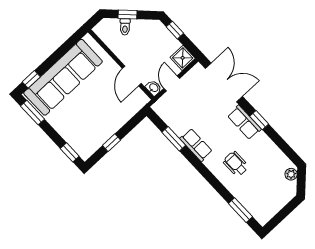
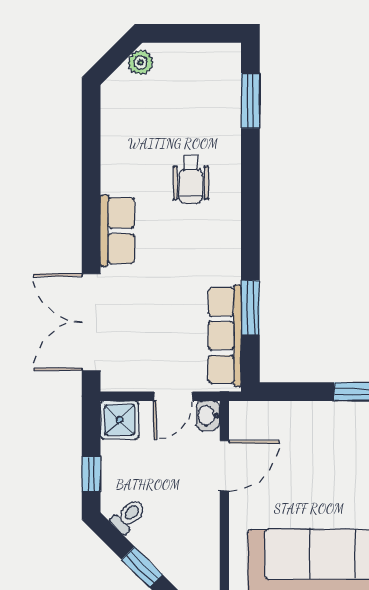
toilet: (125, 27) -> (128, 516), moved
window: (259, 120) -> (91, 213), removed
row of seats: (196, 145) -> (225, 336), moved, width x1.48
plant: (291, 174) -> (141, 62), moved

